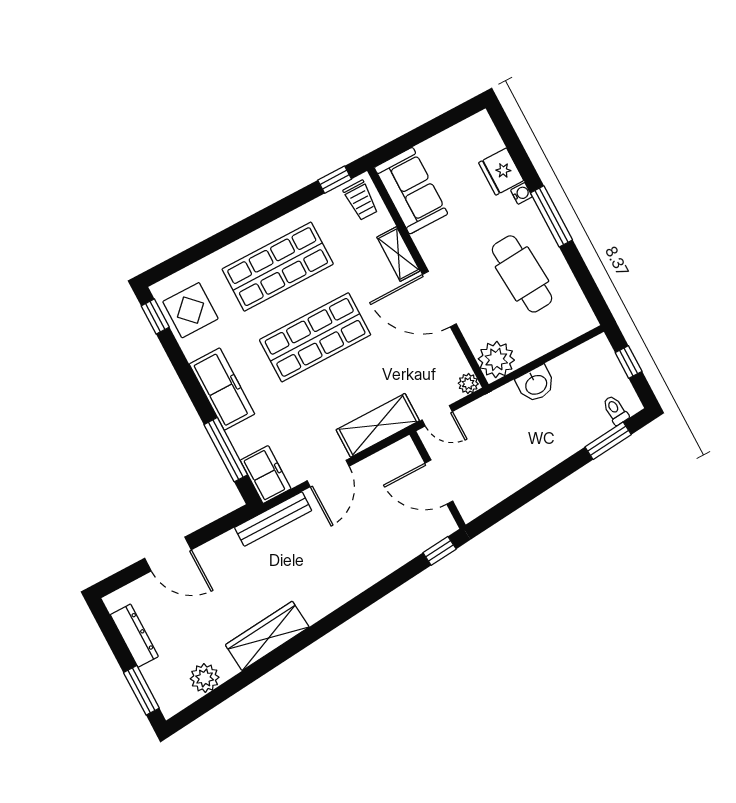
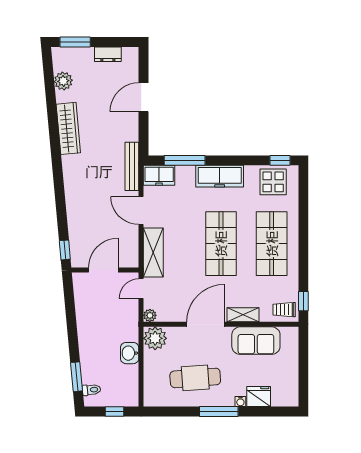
sofa: (411, 191) -> (256, 341), moved
dresser: (134, 636) -> (108, 54), width x0.70

